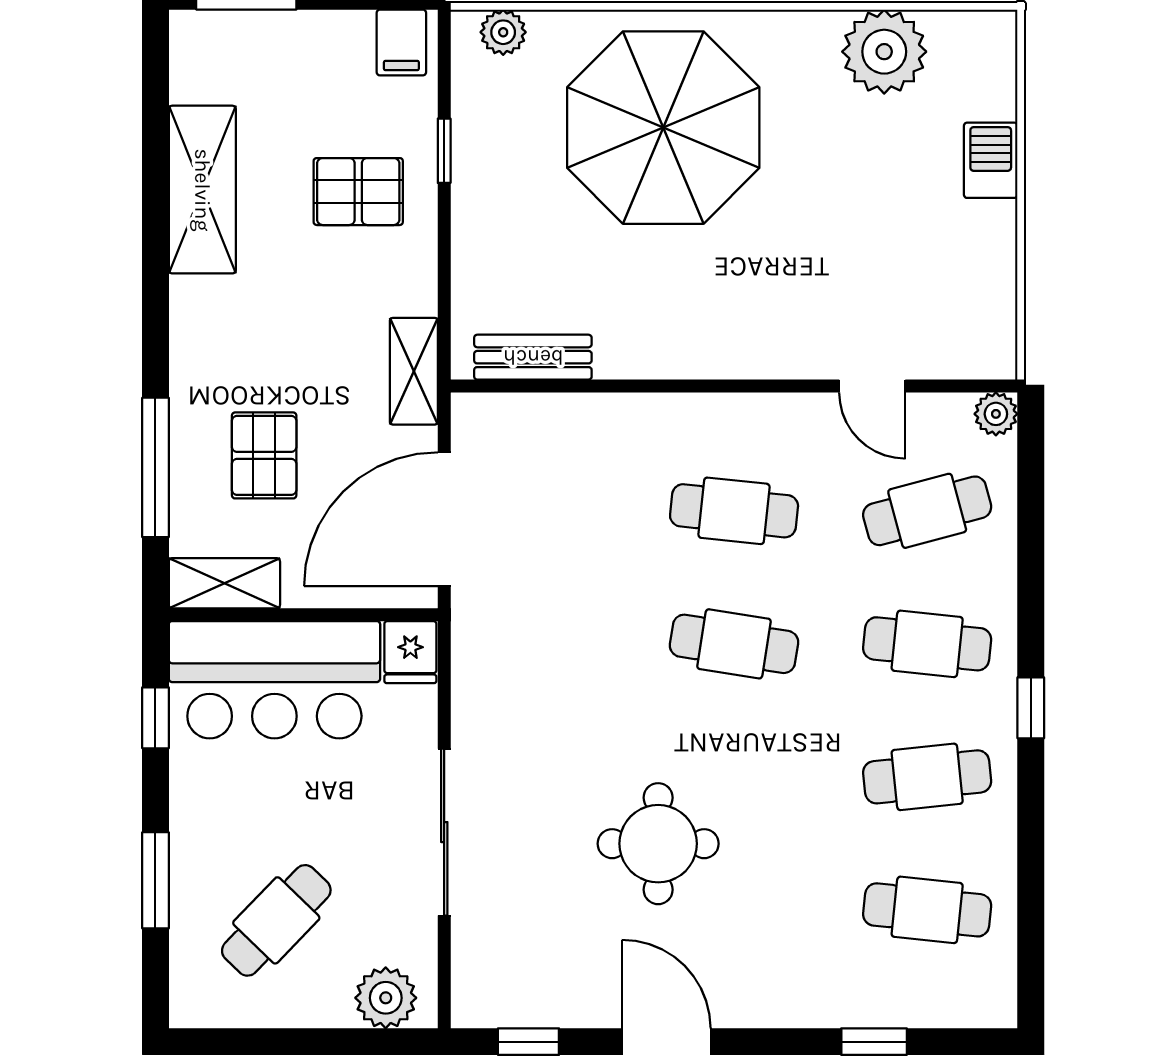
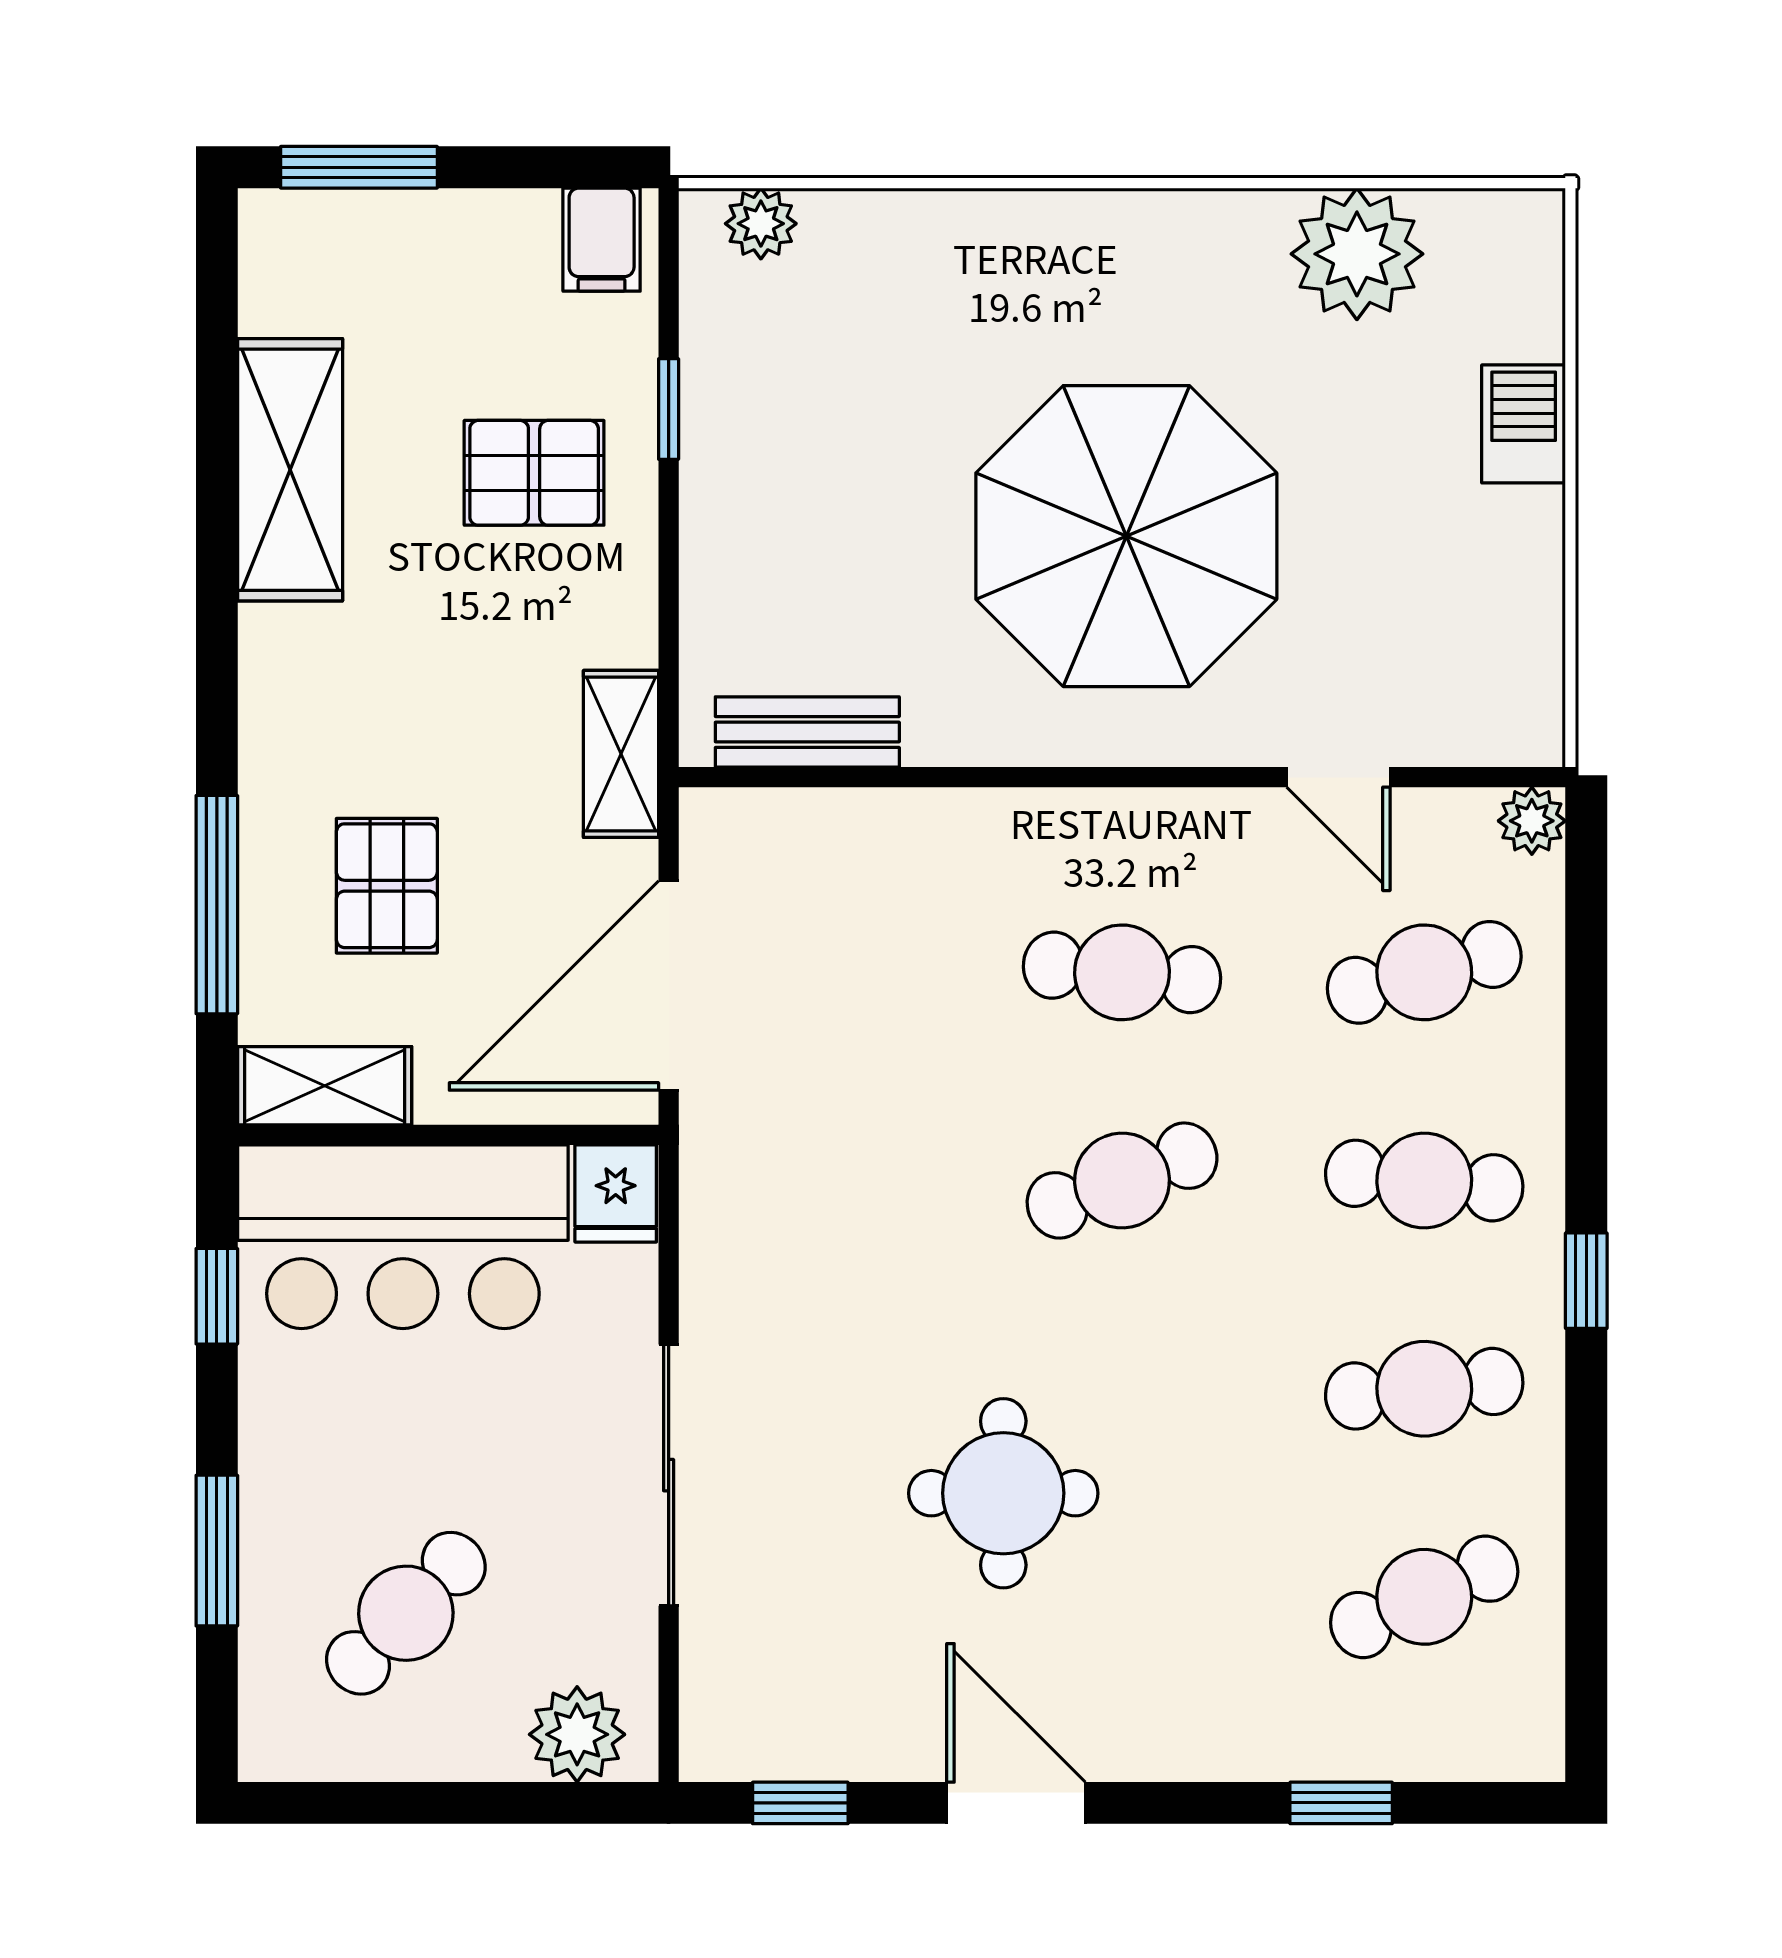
parasol: (663, 128) -> (1126, 536), moved
cafe table: (734, 644) -> (1122, 1181), turned -30
cafe table: (927, 910) -> (1424, 1597), turned -30

